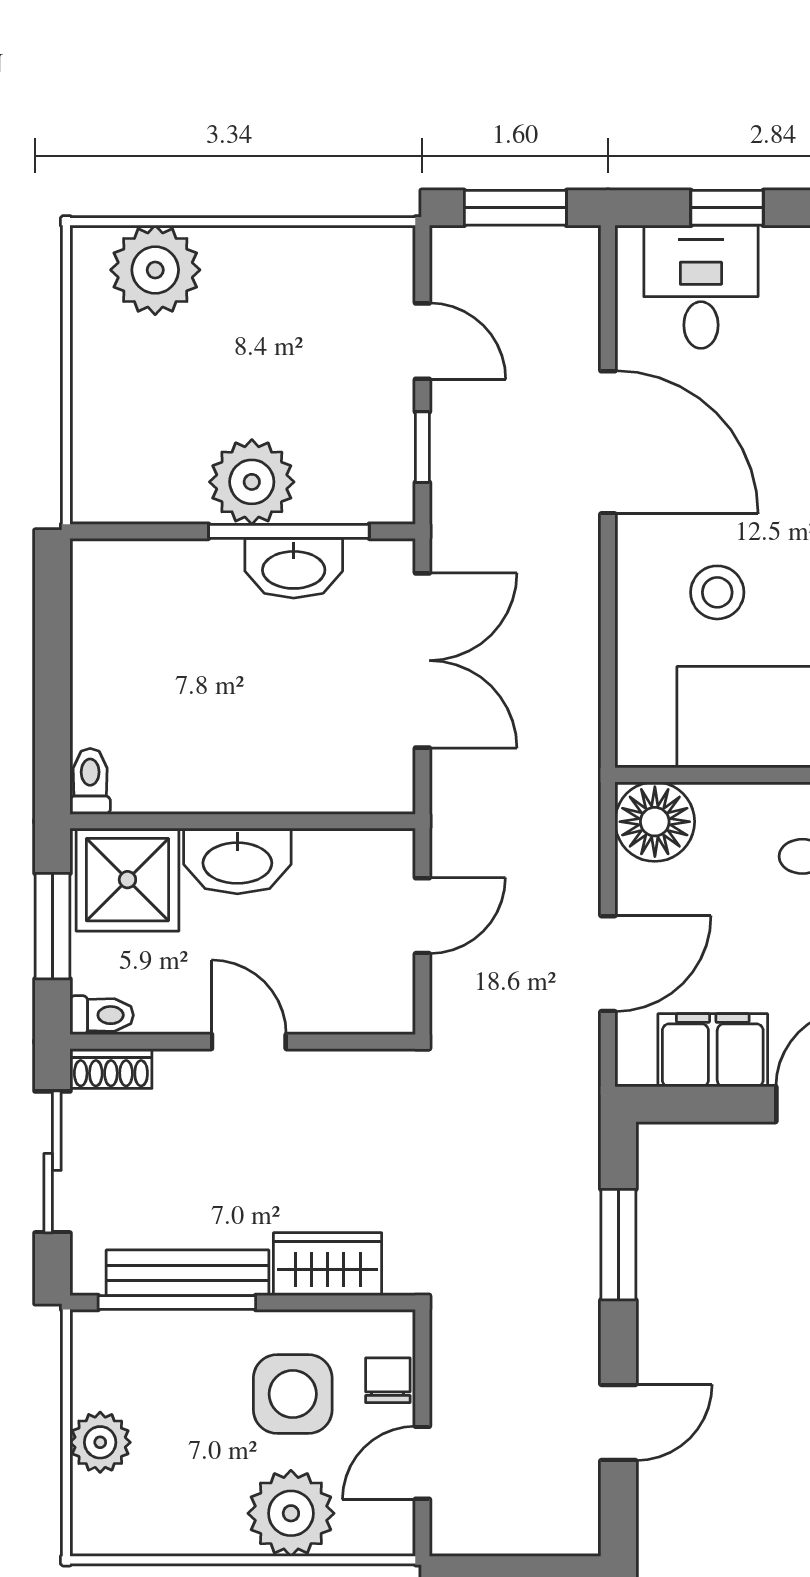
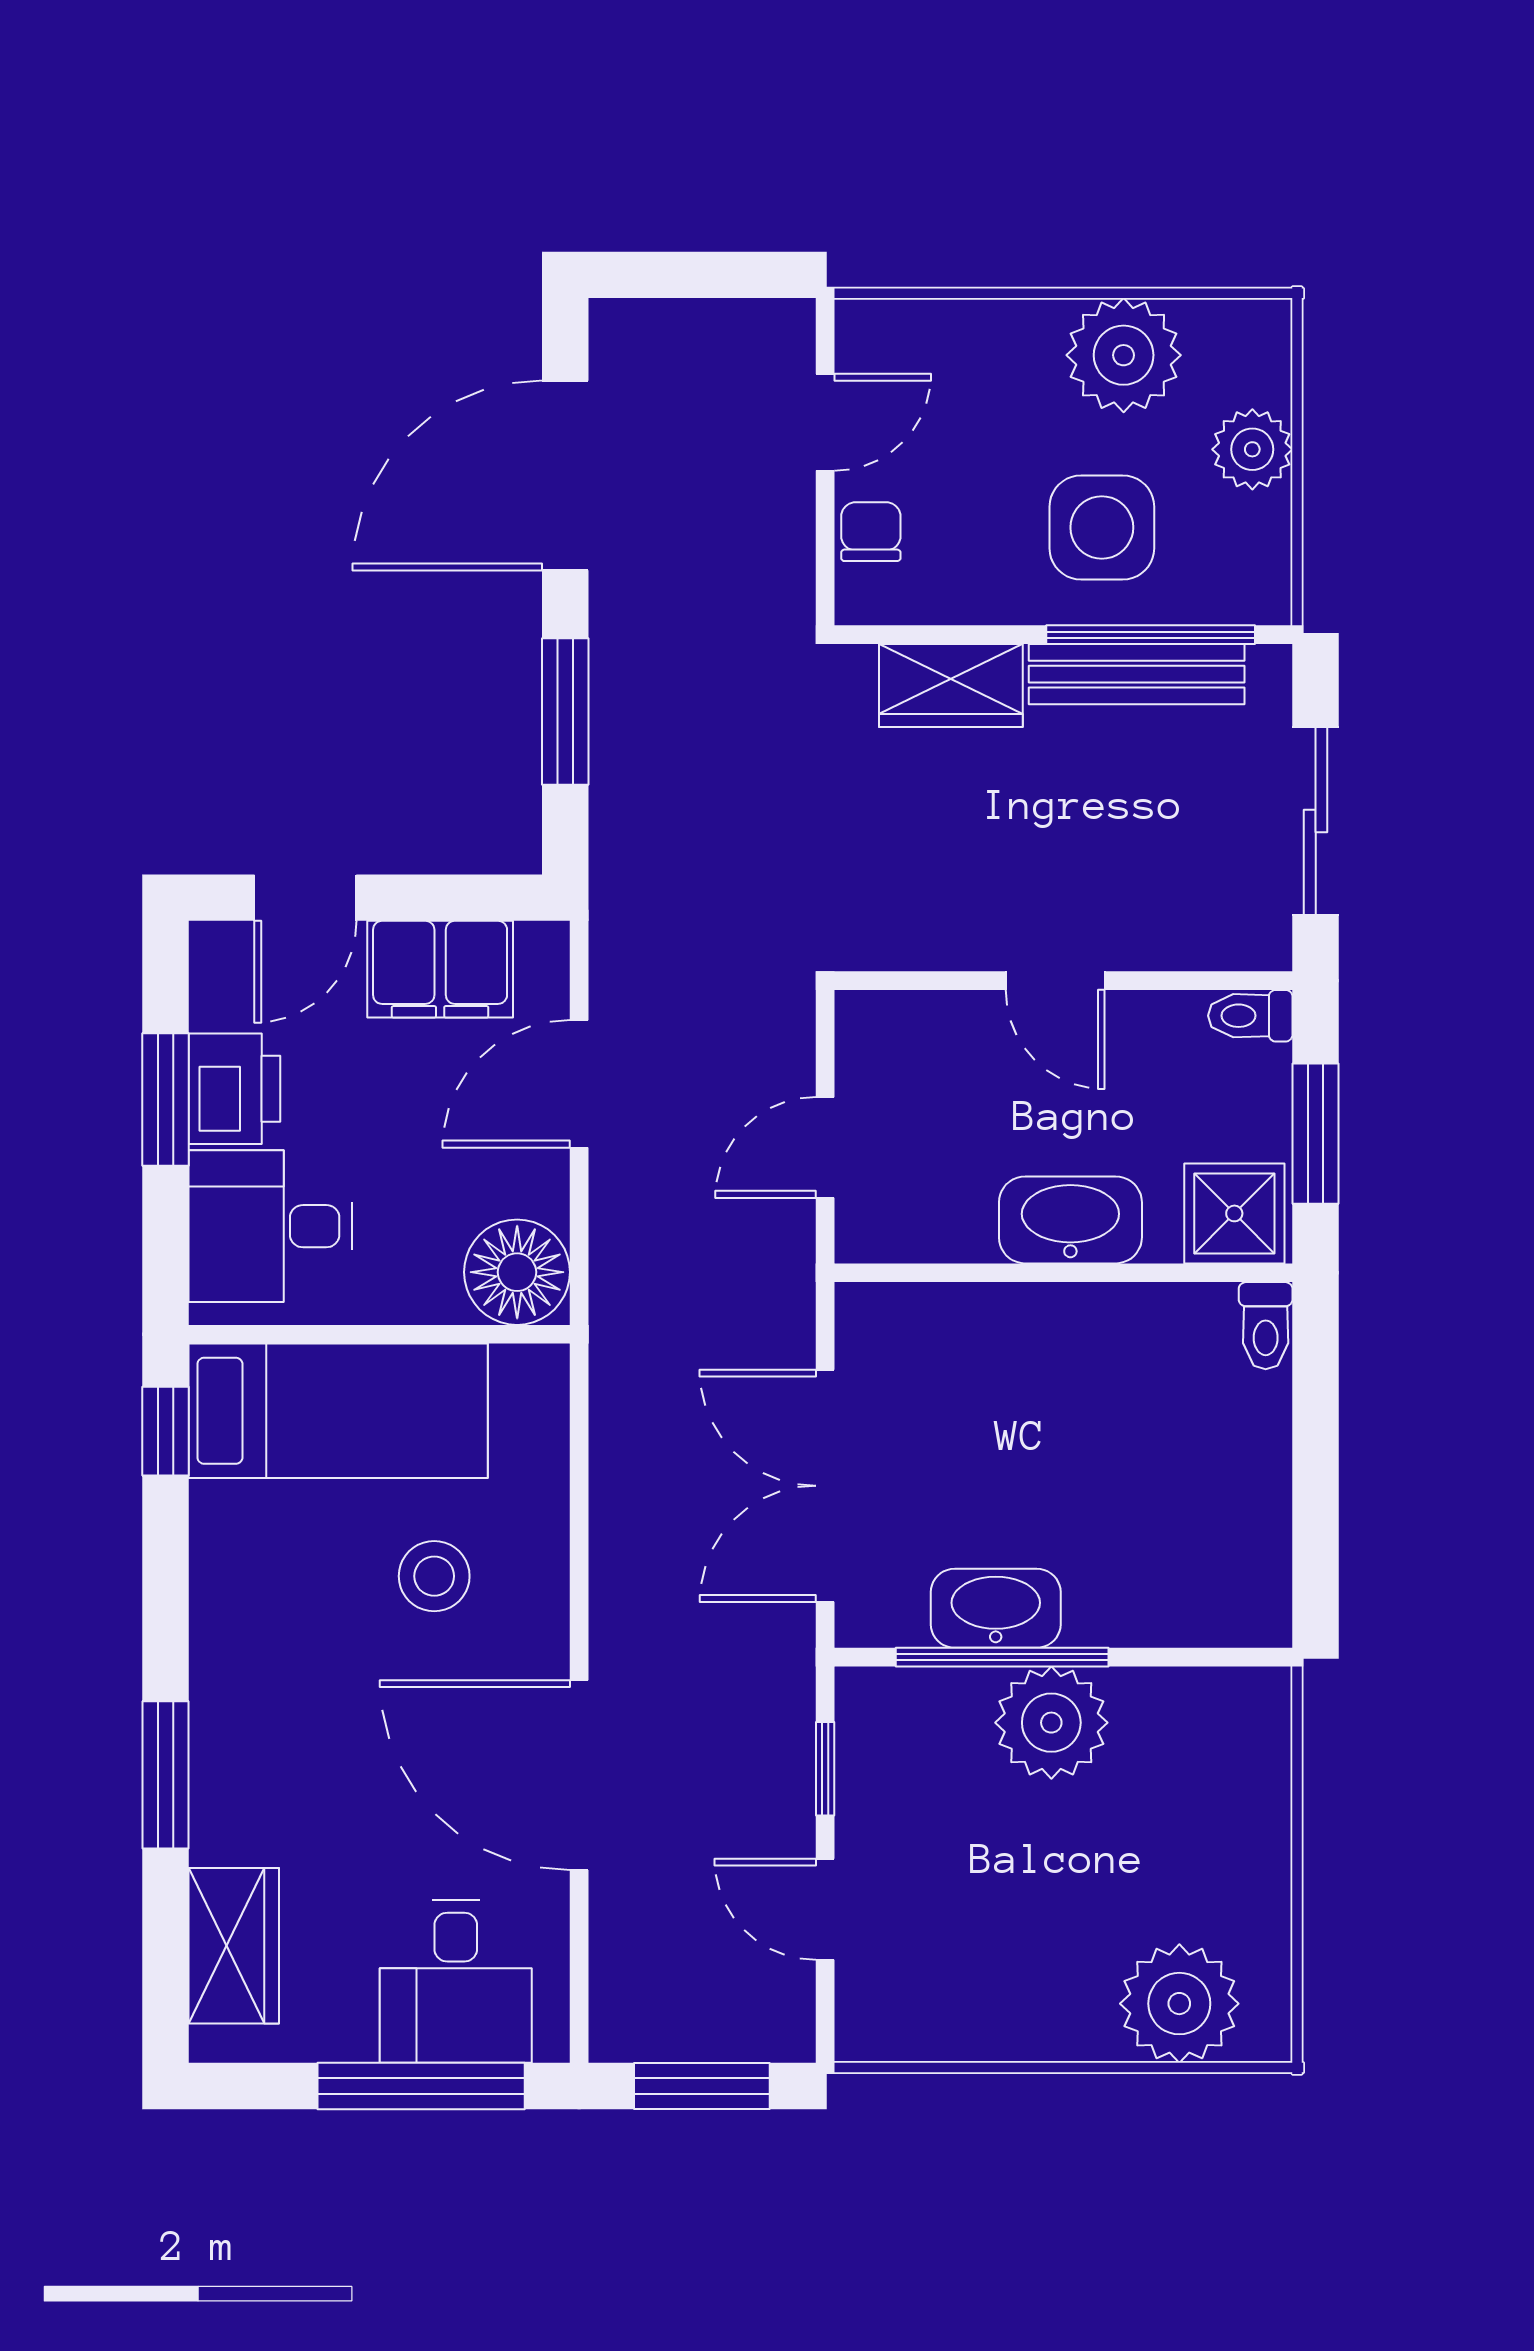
window: (727, 208) -> (421, 2086), width x2.17
shower: (127, 880) -> (1234, 1213), width x0.73, depth x0.73
shoe rack: (111, 1068) -> (1238, 945), removed
chair: (388, 1380) -> (871, 532), turned 180
side table: (293, 1394) -> (1102, 527), moved
door: (618, 1422) -> (565, 476), width x1.88
plant: (291, 1513) -> (1124, 355), moved

